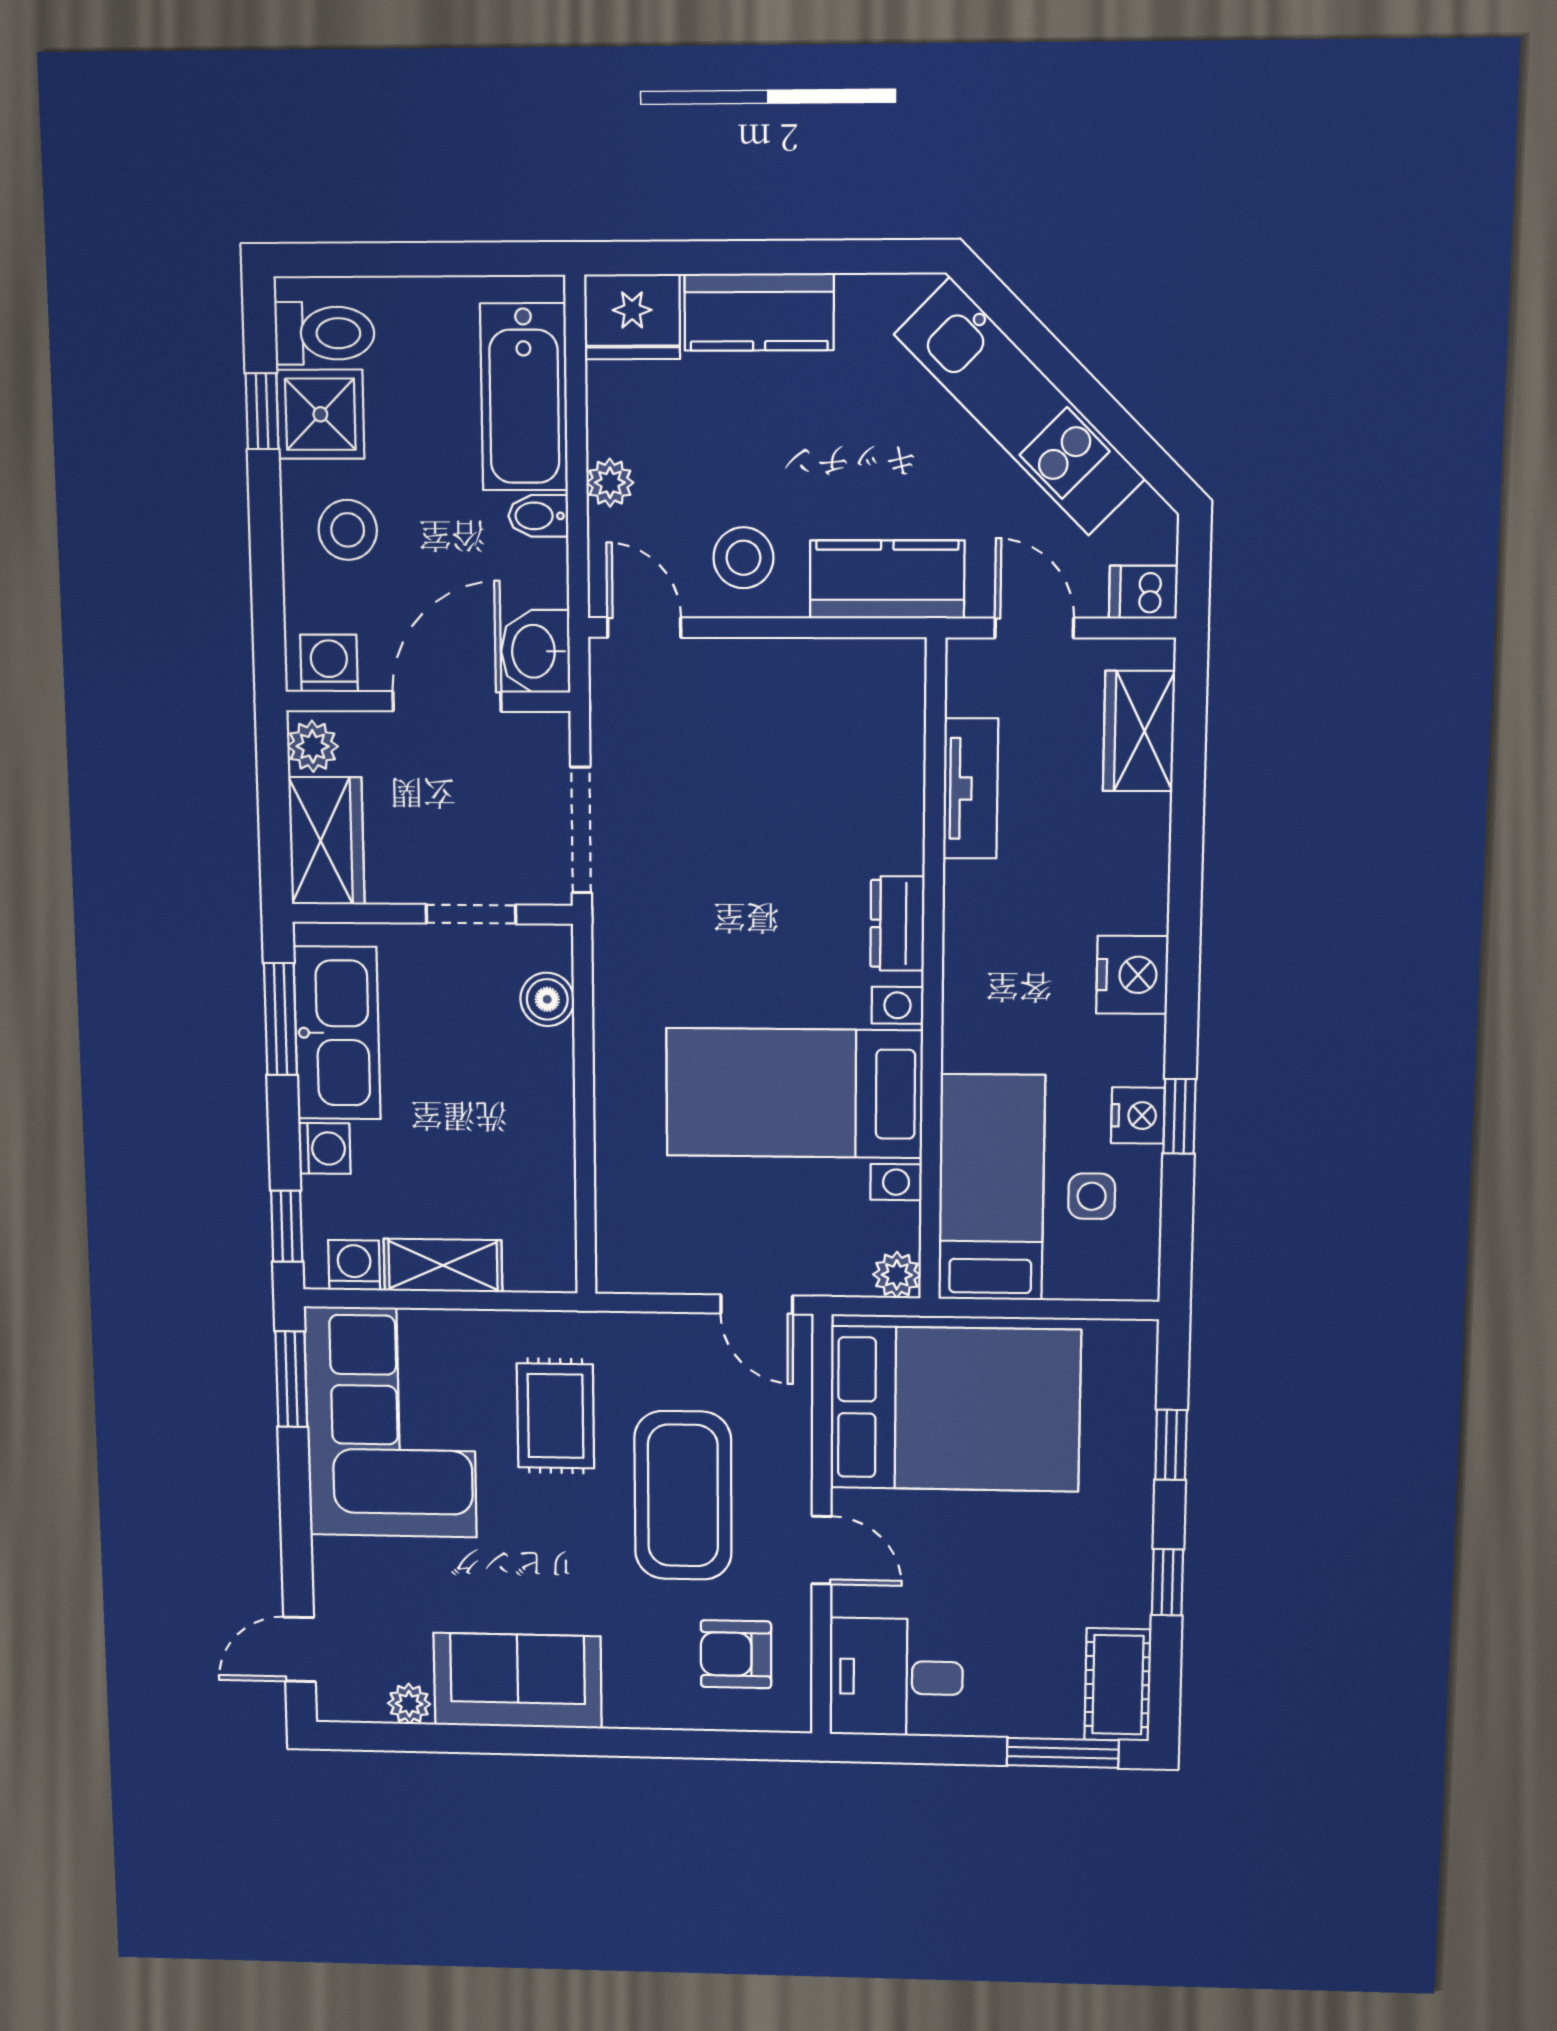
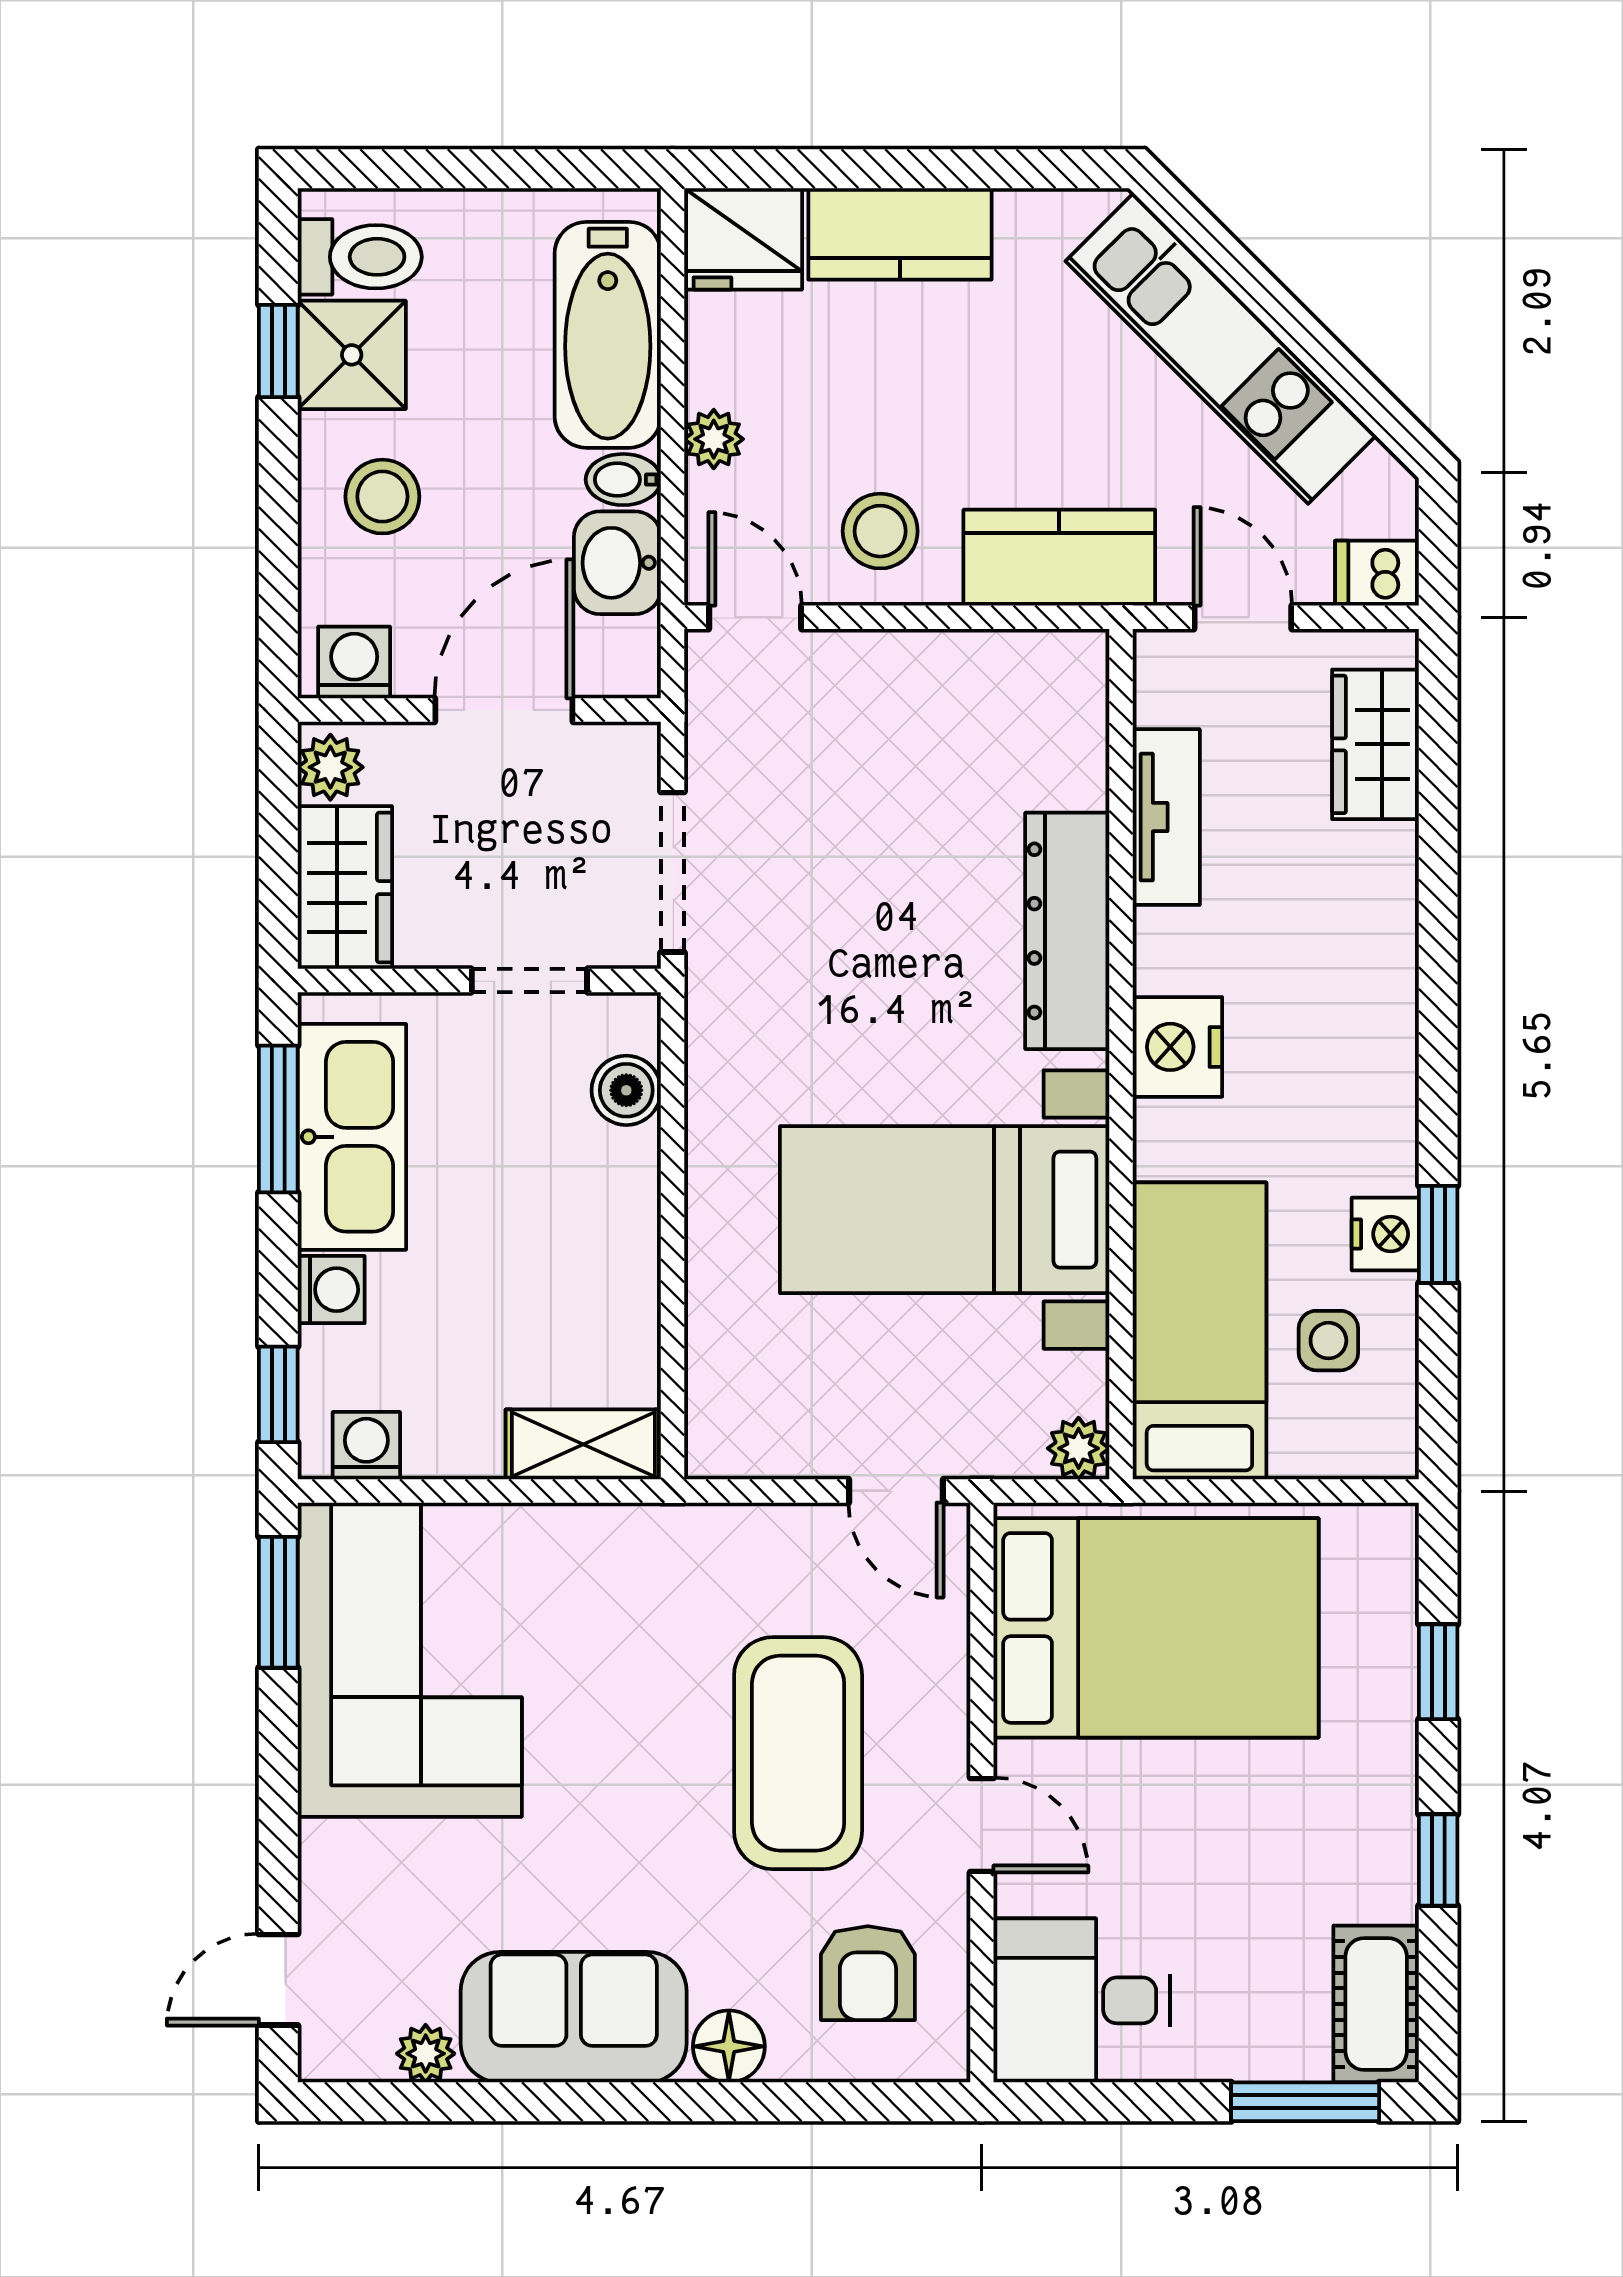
washbasin: (535, 651) -> (617, 563), moved
dresser: (897, 924) -> (1067, 931), width x1.96, depth x1.24
nightstand: (1132, 975) -> (1177, 1047), moved, turned 180
shelving: (443, 1265) -> (583, 1444), moved
rug: (556, 1416) -> (630, 1647), removed
armchair: (736, 1654) -> (868, 1973), turned -90
floor lamp: (633, 1704) -> (729, 2046), added

